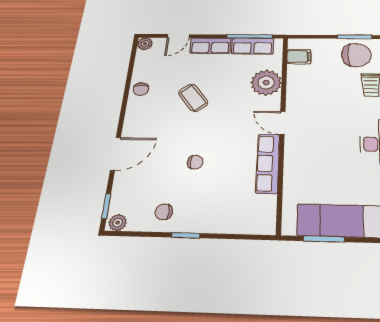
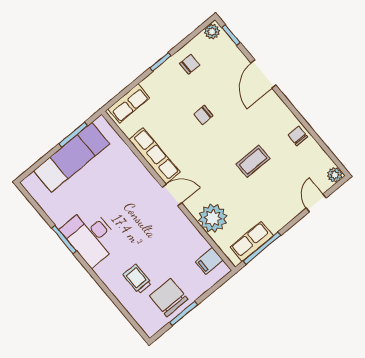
row of seats: (210, 46) -> (129, 103), moved, turned 180
chair: (356, 55) -> (169, 298), turned 90
coffee table: (193, 98) -> (253, 161), turned -52

